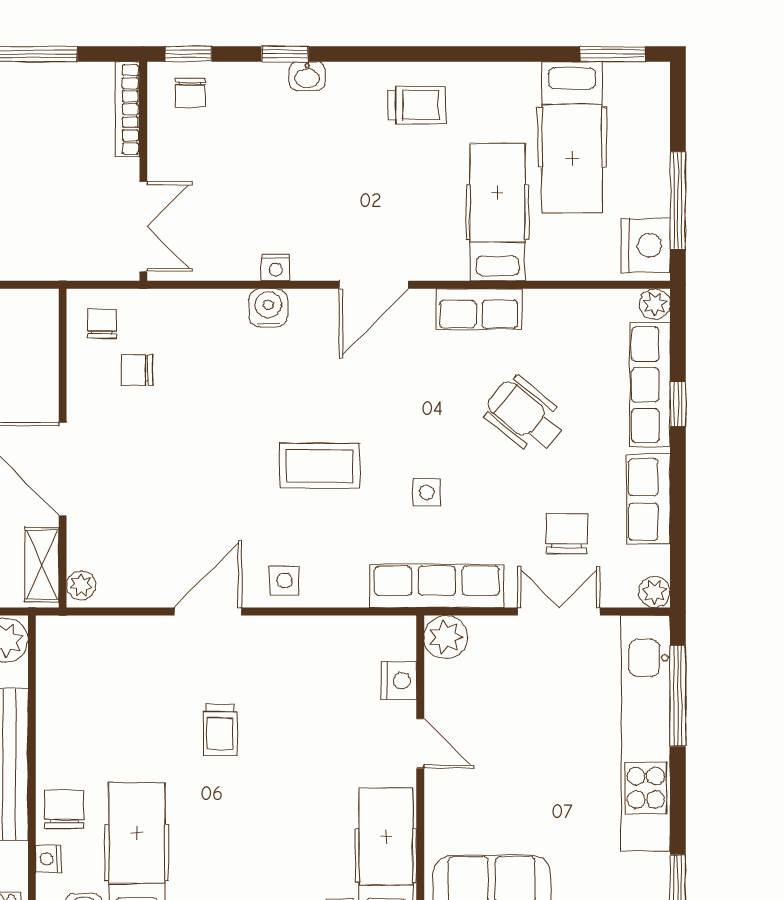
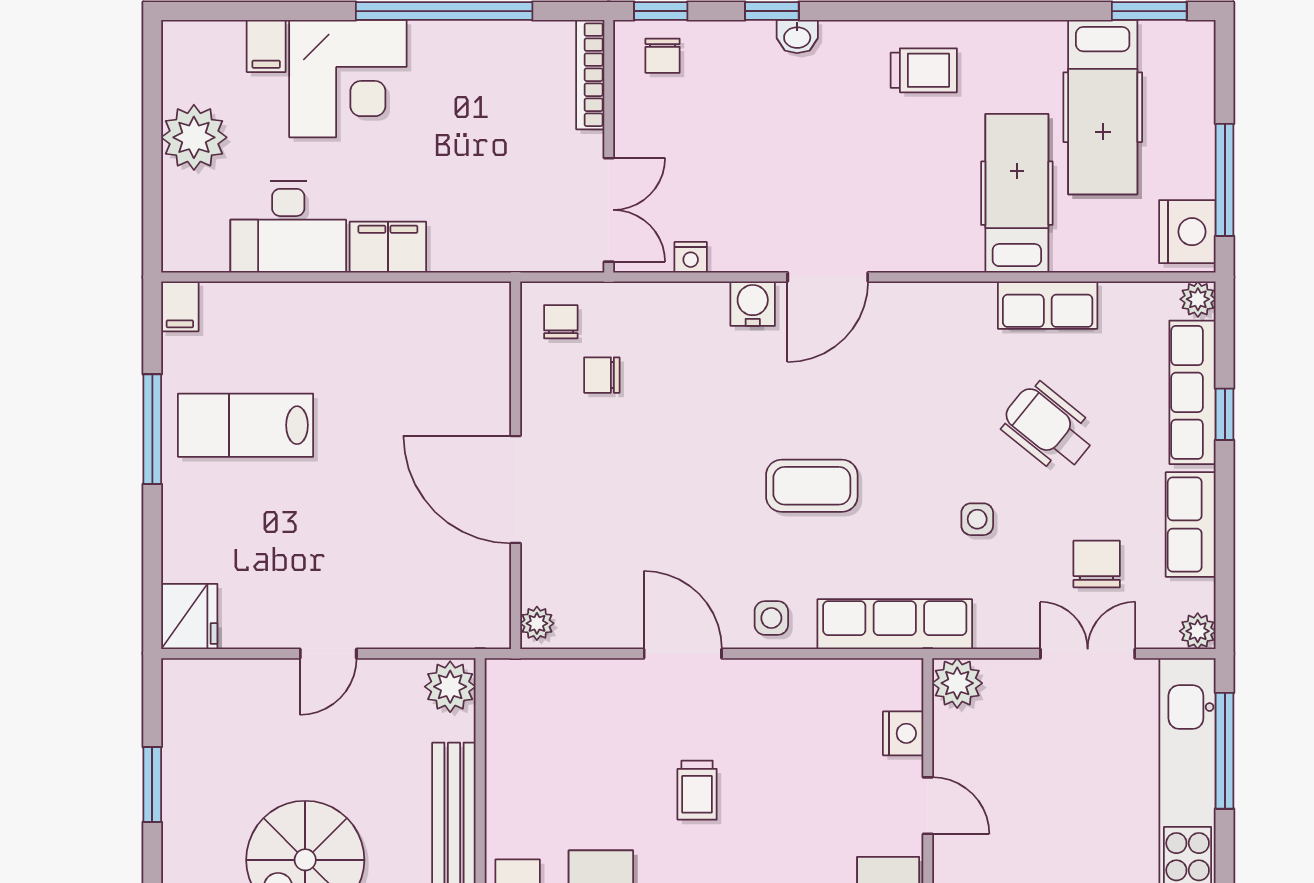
nightstand: (276, 268) -> (691, 257), moved
door: (374, 285) -> (828, 277), moved
row of seats: (479, 309) -> (1048, 305), moved
side table: (427, 492) -> (977, 519), moved
shelving: (42, 565) -> (492, 600), removed
row of seats: (437, 586) -> (895, 624), moved
door: (208, 612) -> (683, 654), hinge flipped

